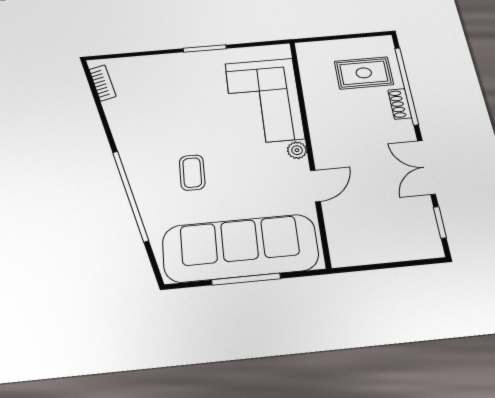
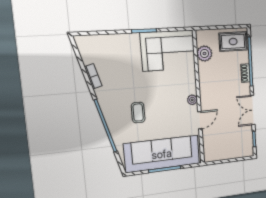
rug: (364, 73) -> (233, 42), moved
plant: (315, 76) -> (204, 54), added
bookcase: (103, 83) -> (93, 76), moved
corner sofa: (264, 100) -> (168, 51), moved, turned -90

